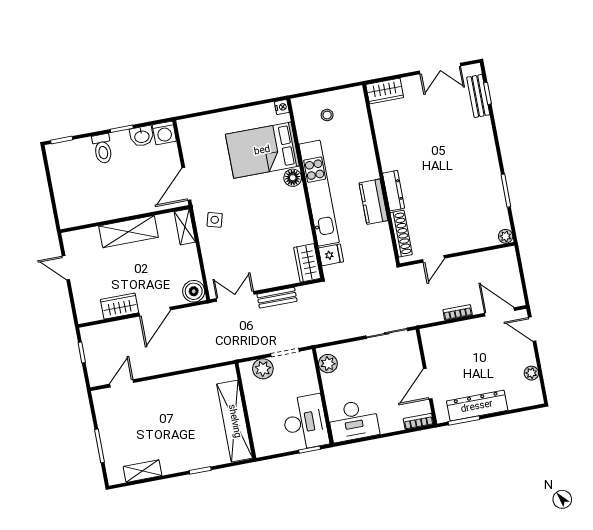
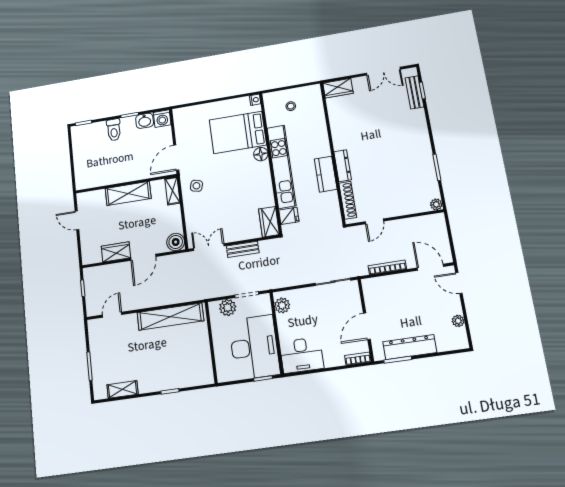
bookcase: (458, 312) -> (387, 267), width x1.56
shelving: (235, 421) -> (170, 317), moved, turned 90
desk: (305, 422) -> (254, 347), width x1.36, depth x1.30

